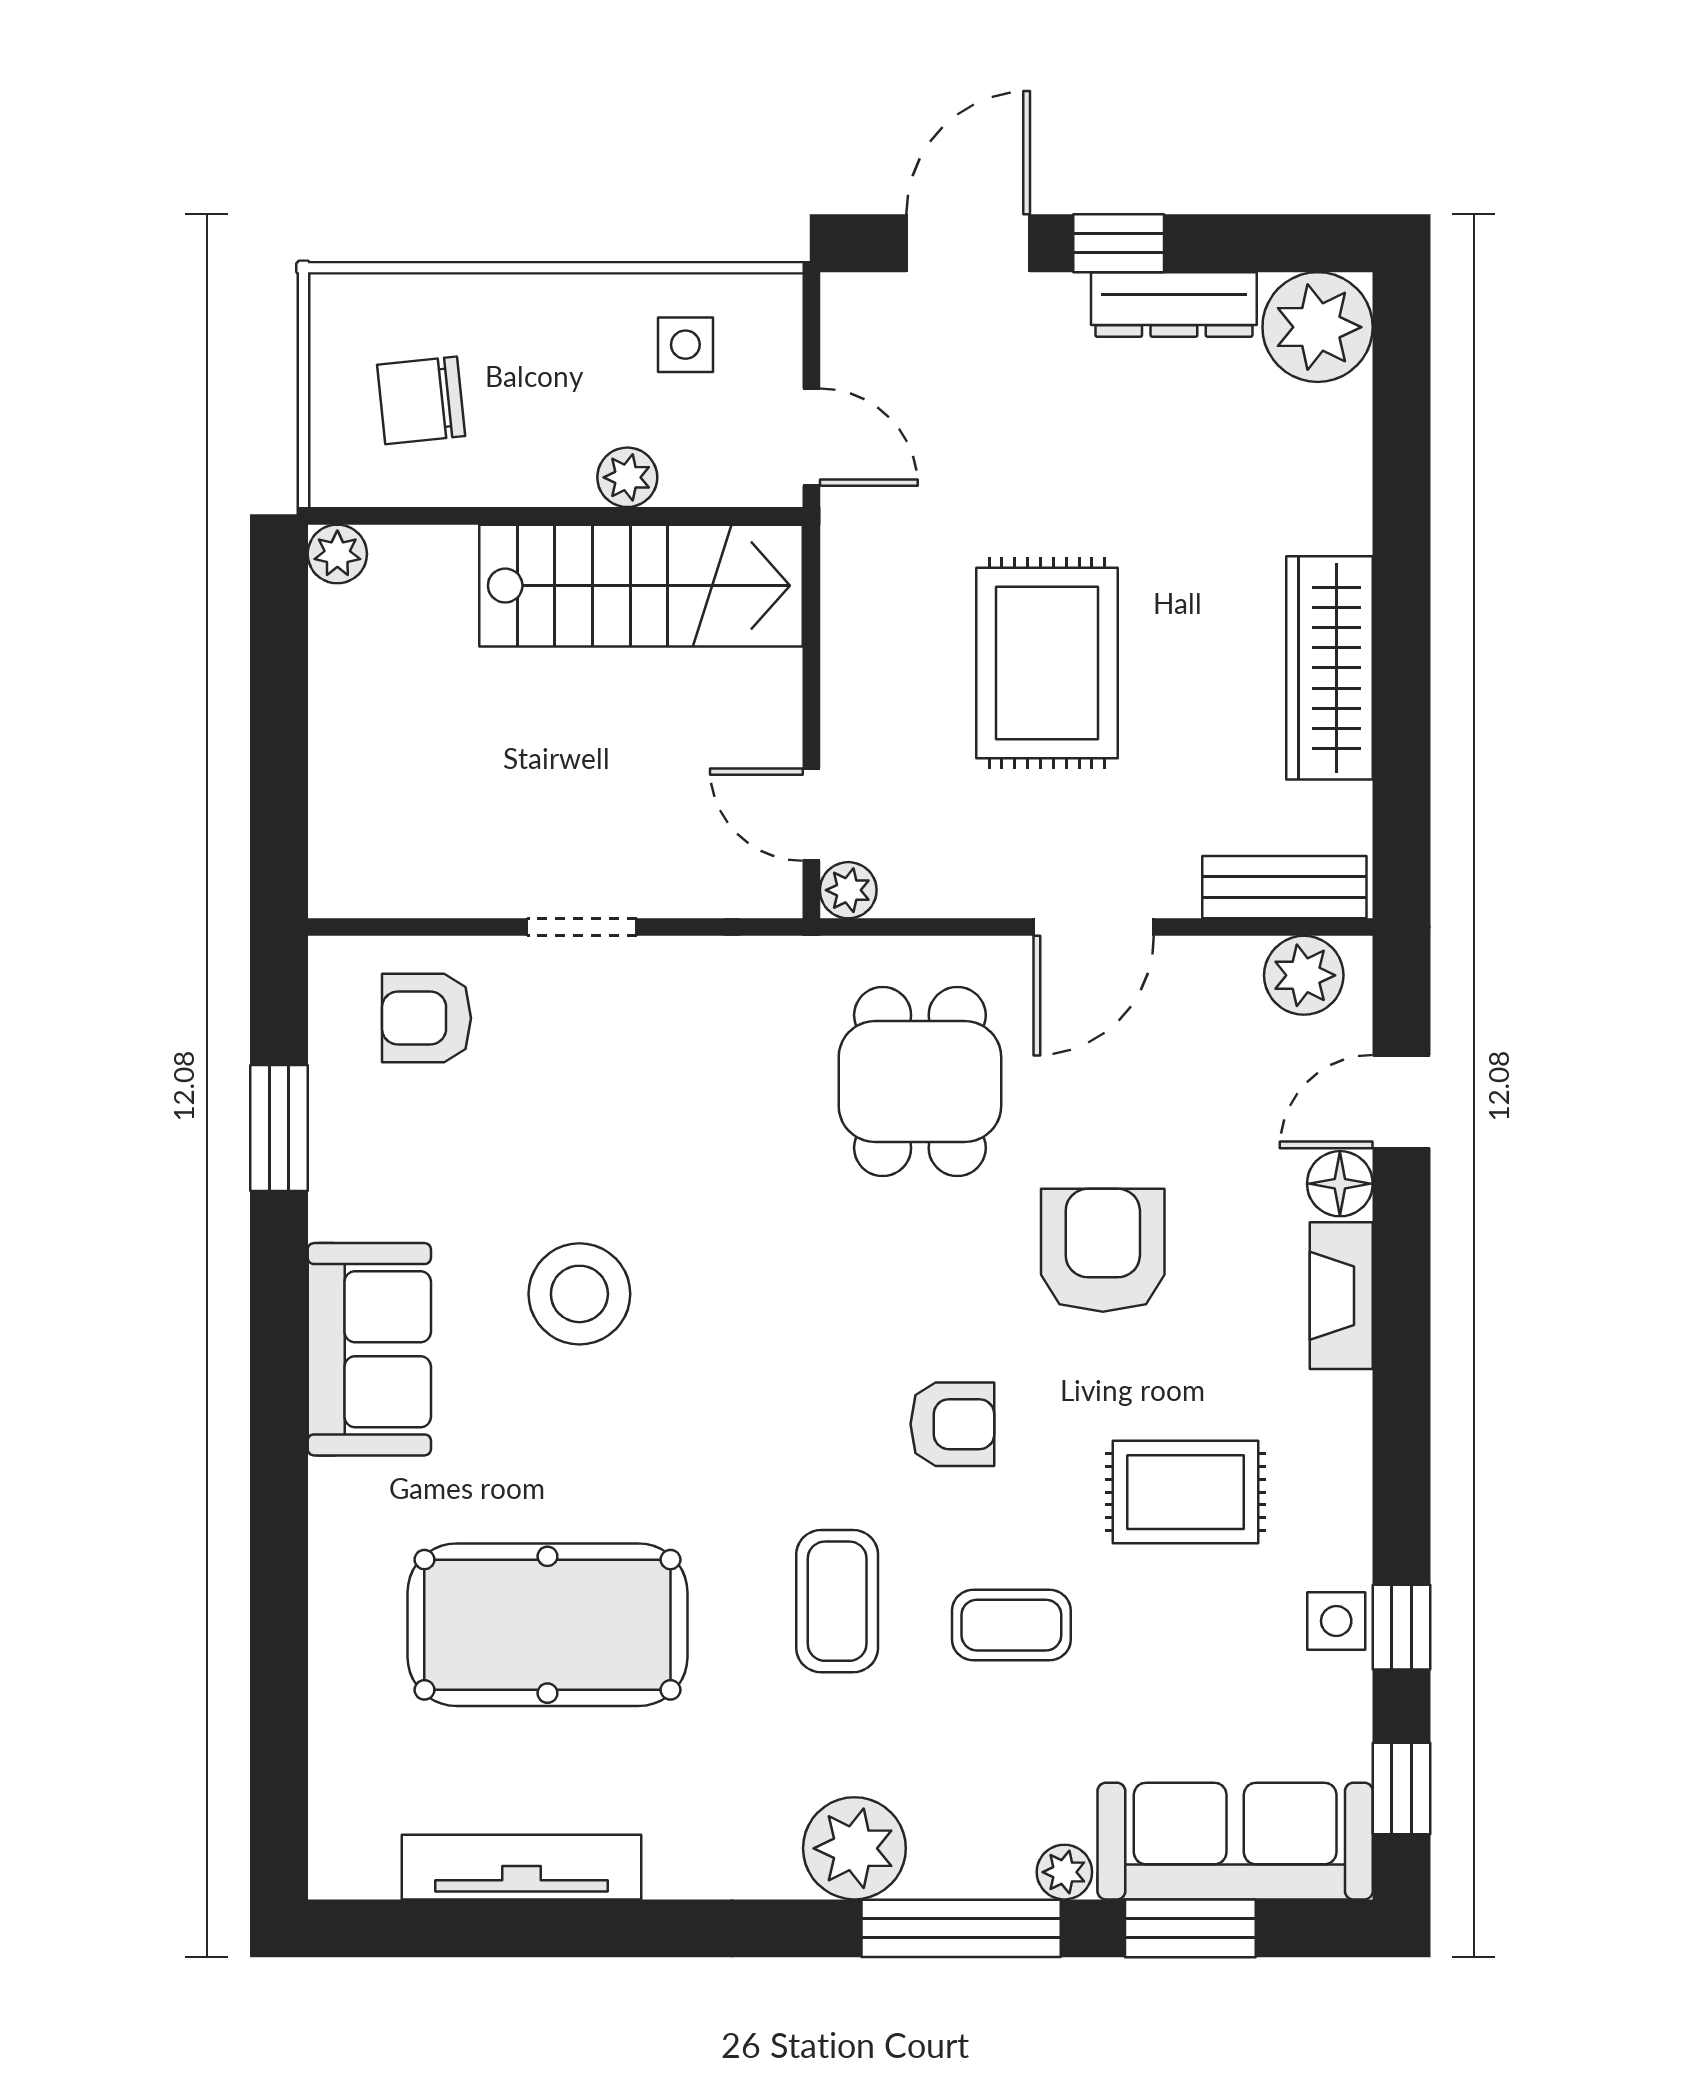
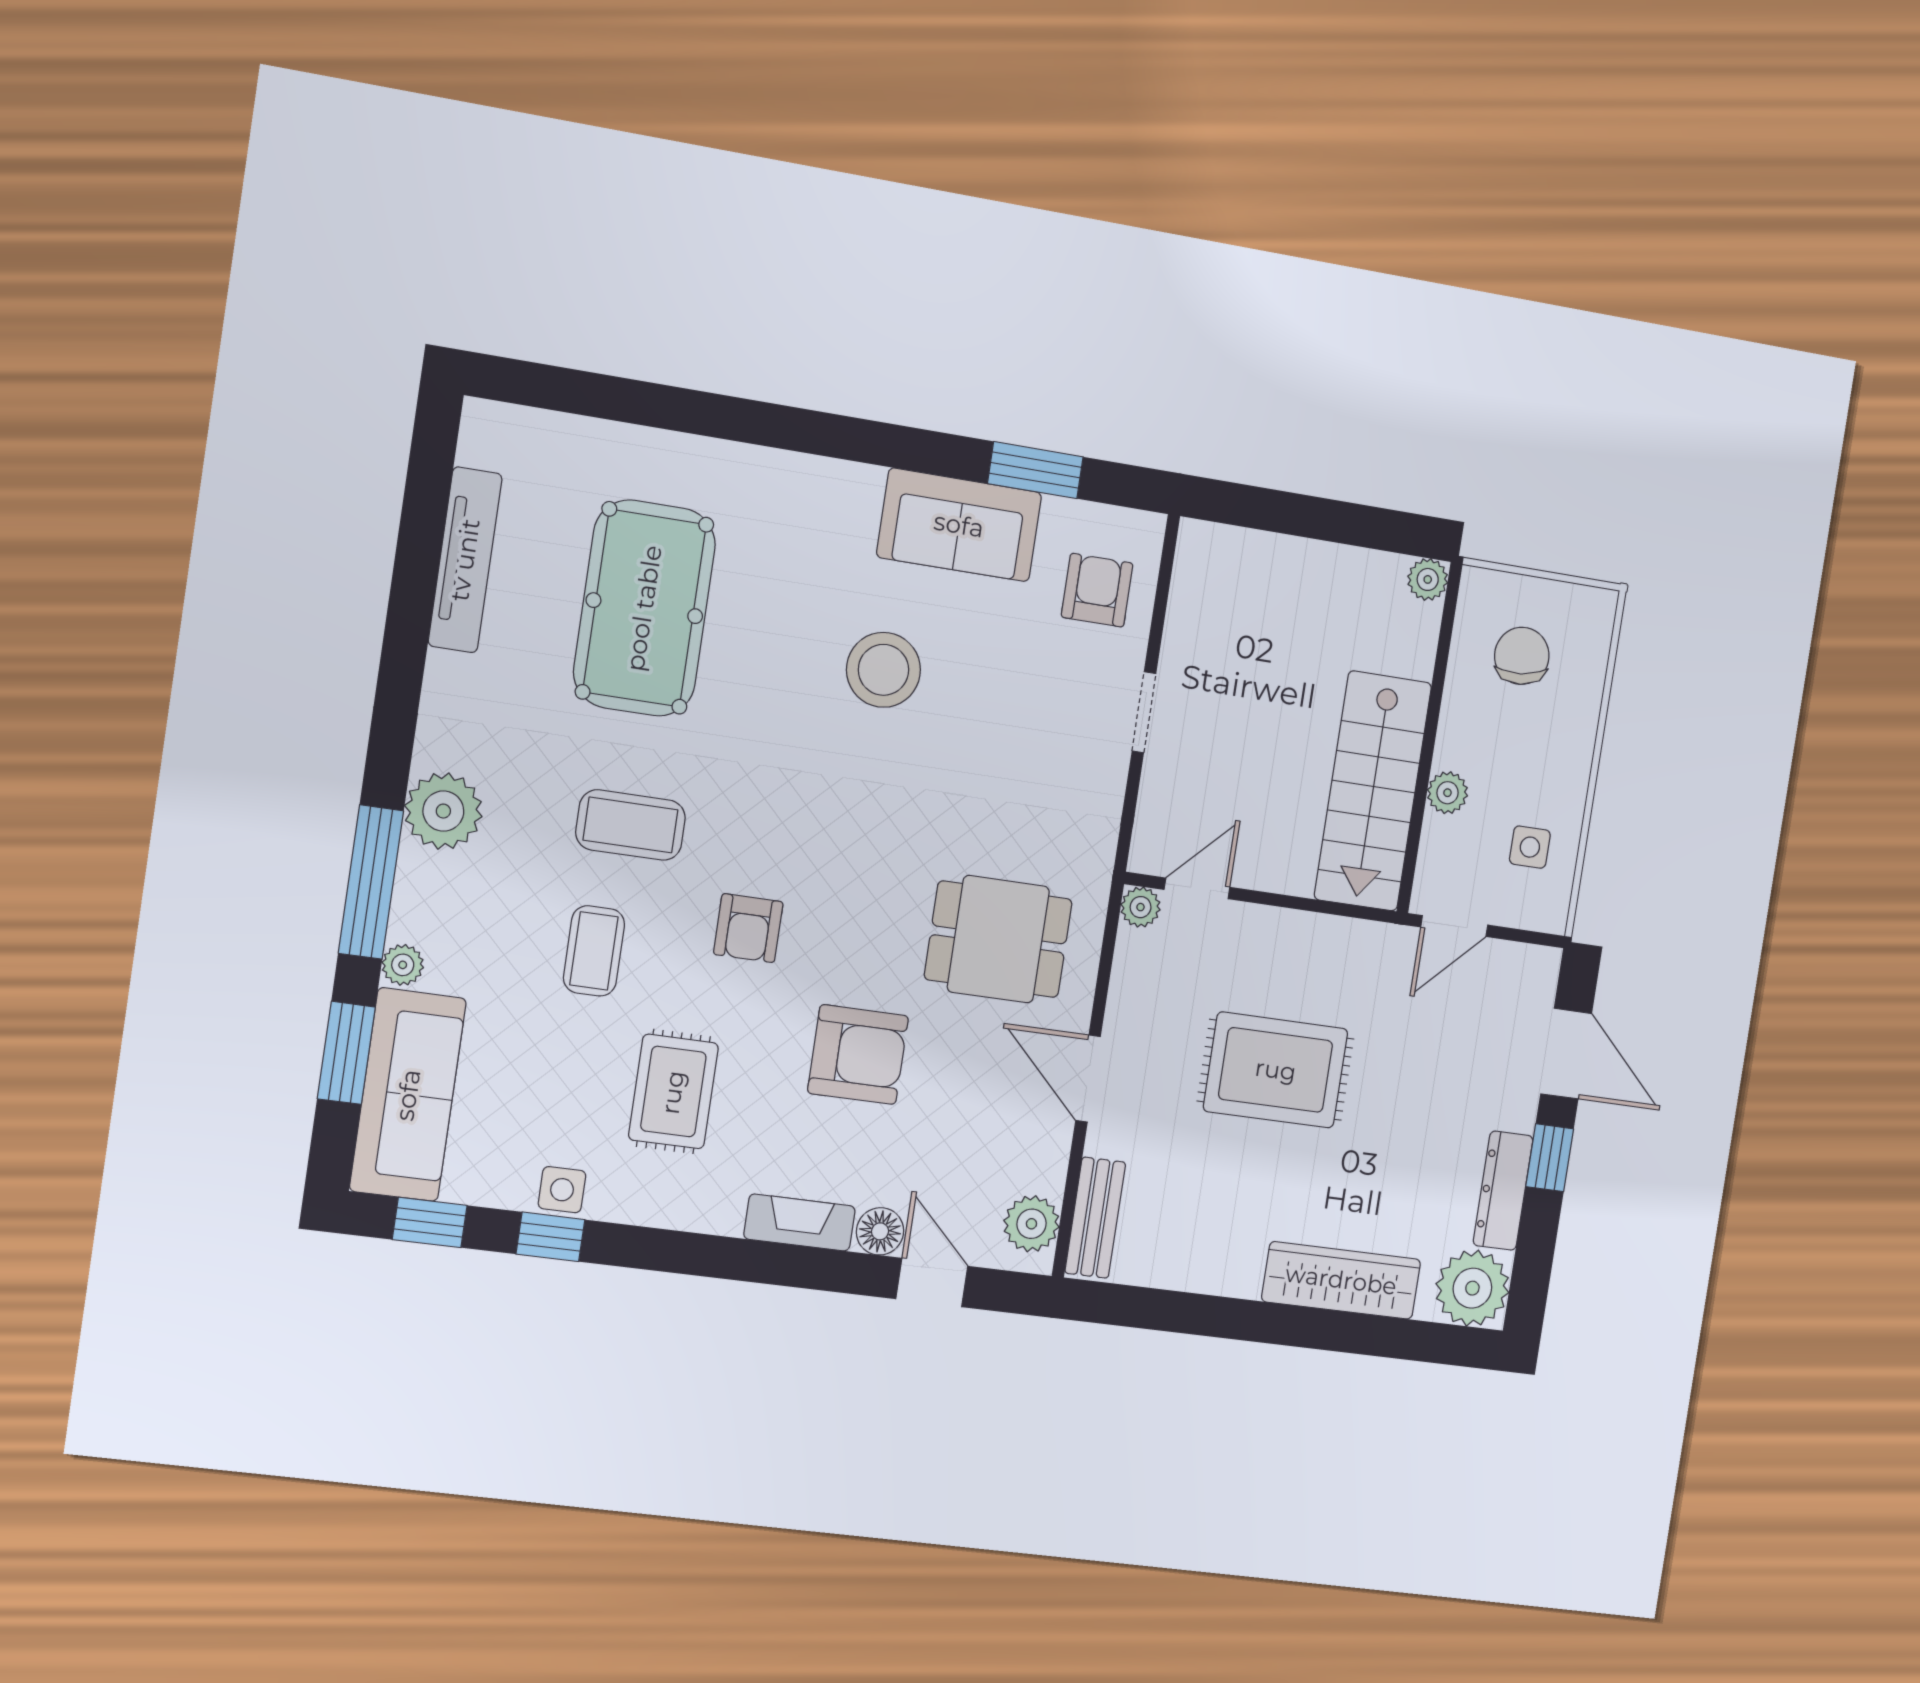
wardrobe: (1329, 668) -> (1341, 1280), moved
sofa: (369, 1349) -> (959, 525), moved

